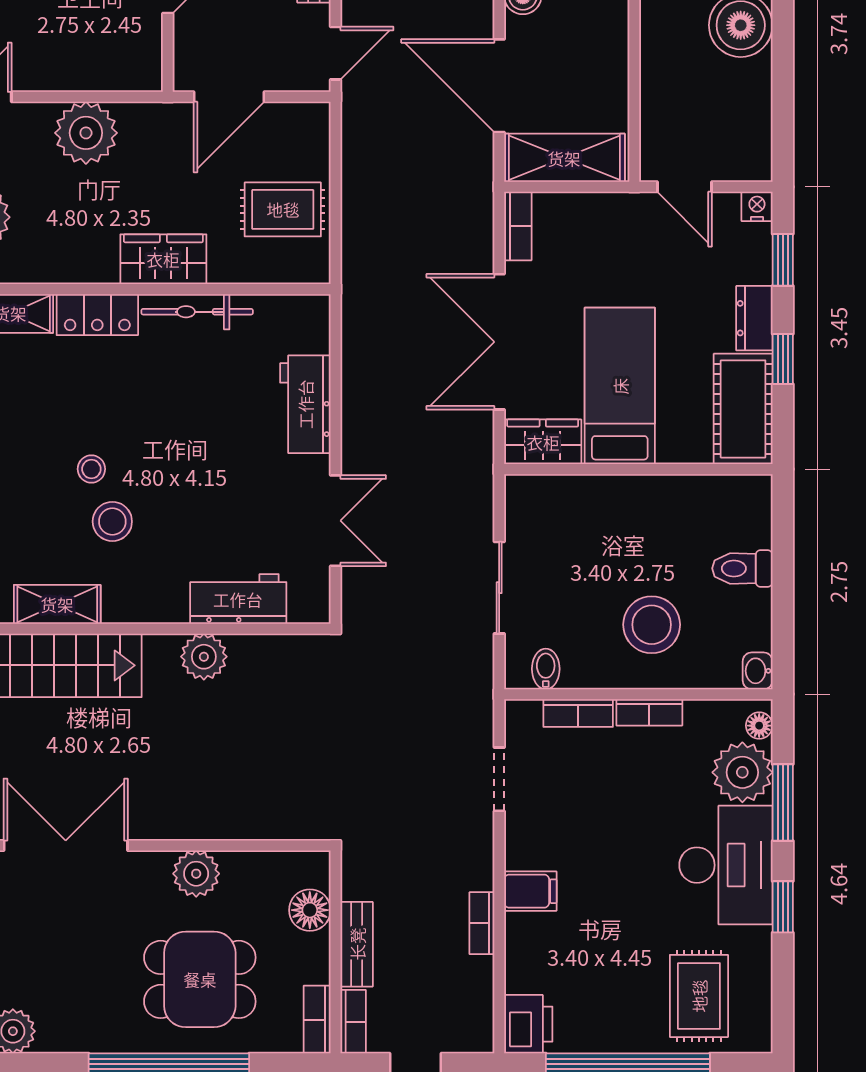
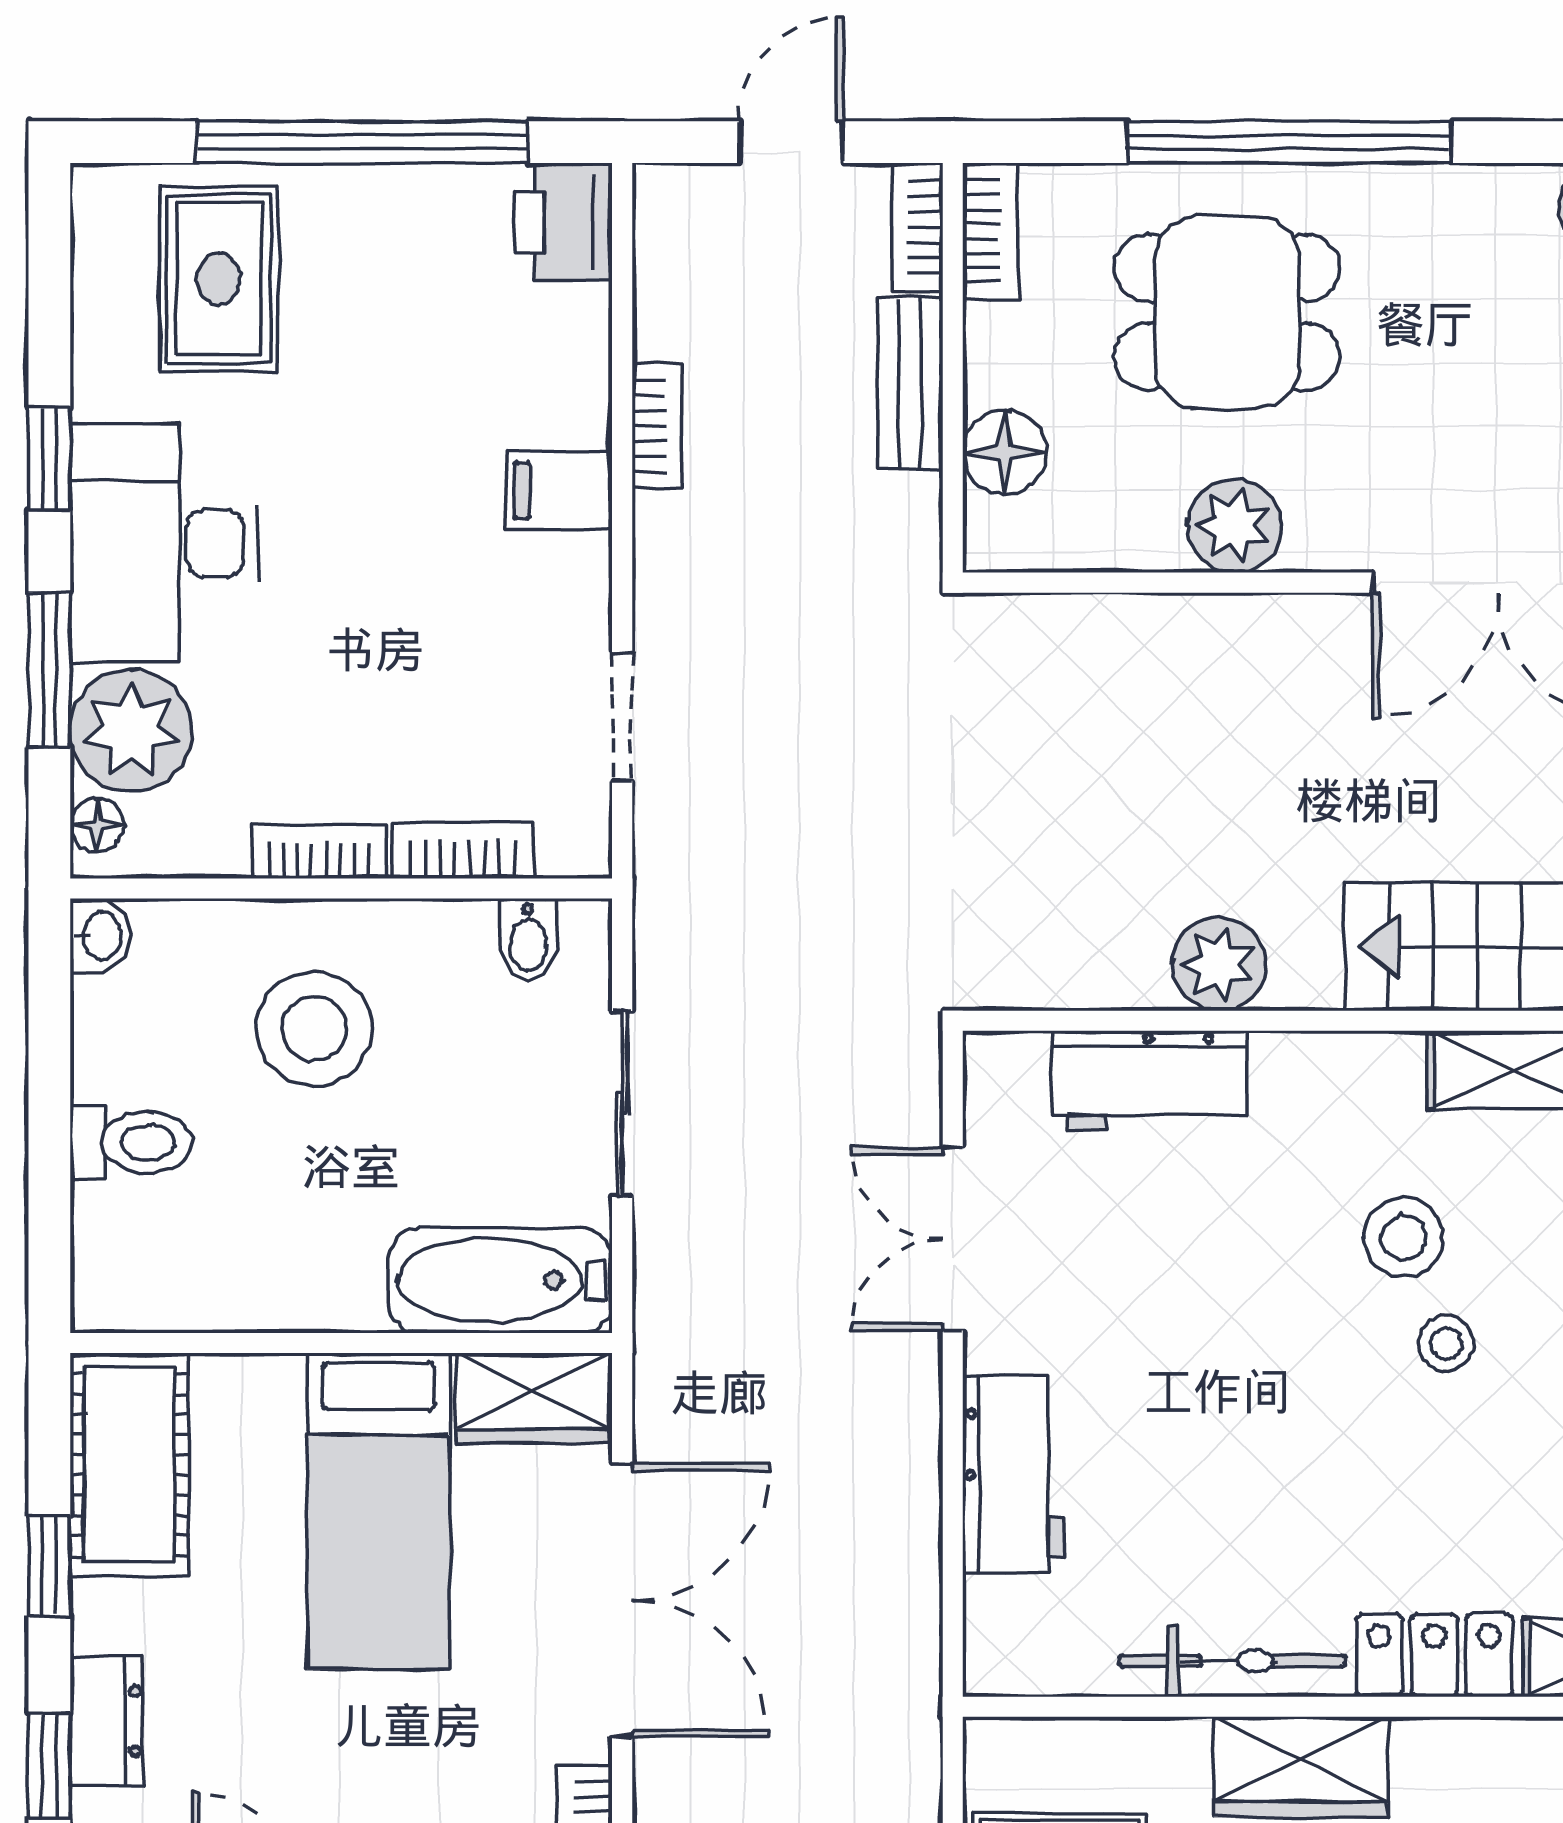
dresser: (754, 318) -> (107, 1721), moved
bathtub: (560, 500) -> (500, 1280), added

